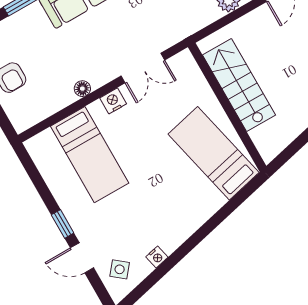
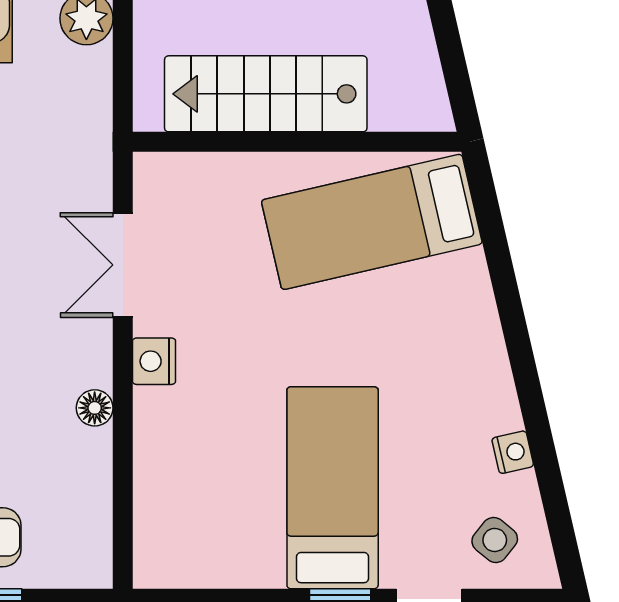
double door: (143, 68) -> (123, 265), swing flipped
bed: (90, 155) -> (333, 488), moved, turned -90

